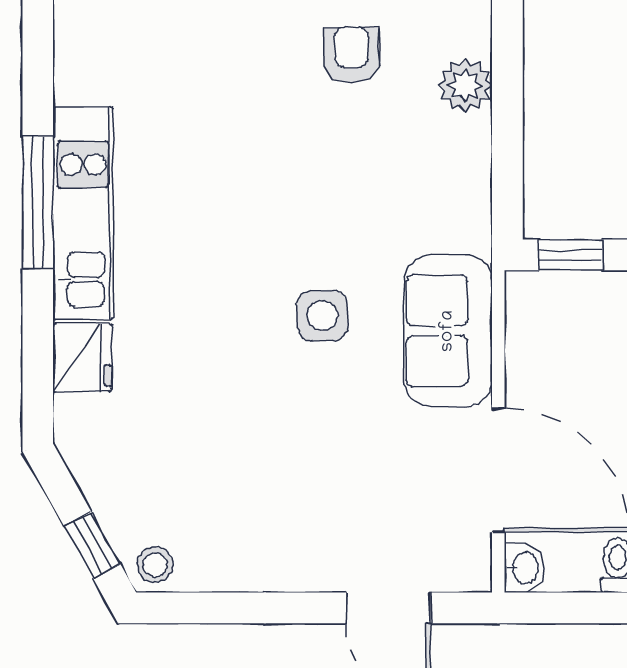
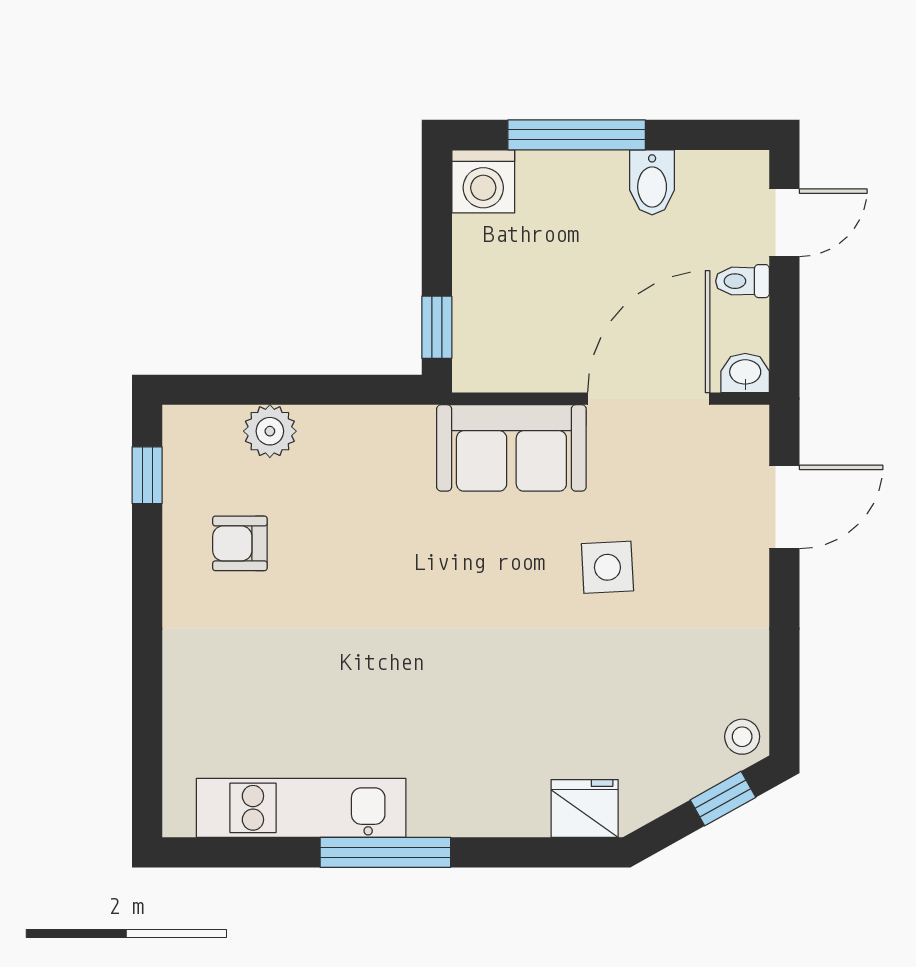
kitchen unit: (83, 213) -> (301, 808), moved
side table: (322, 316) -> (607, 567), moved
fridge: (82, 358) -> (585, 808), moved

